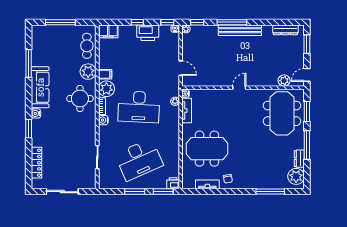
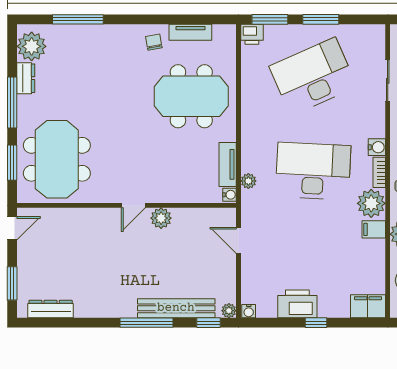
window: (167, 22) -> (262, 323), removed
bench: (240, 30) -> (176, 308), moved
plant: (284, 81) -> (161, 218), moved

